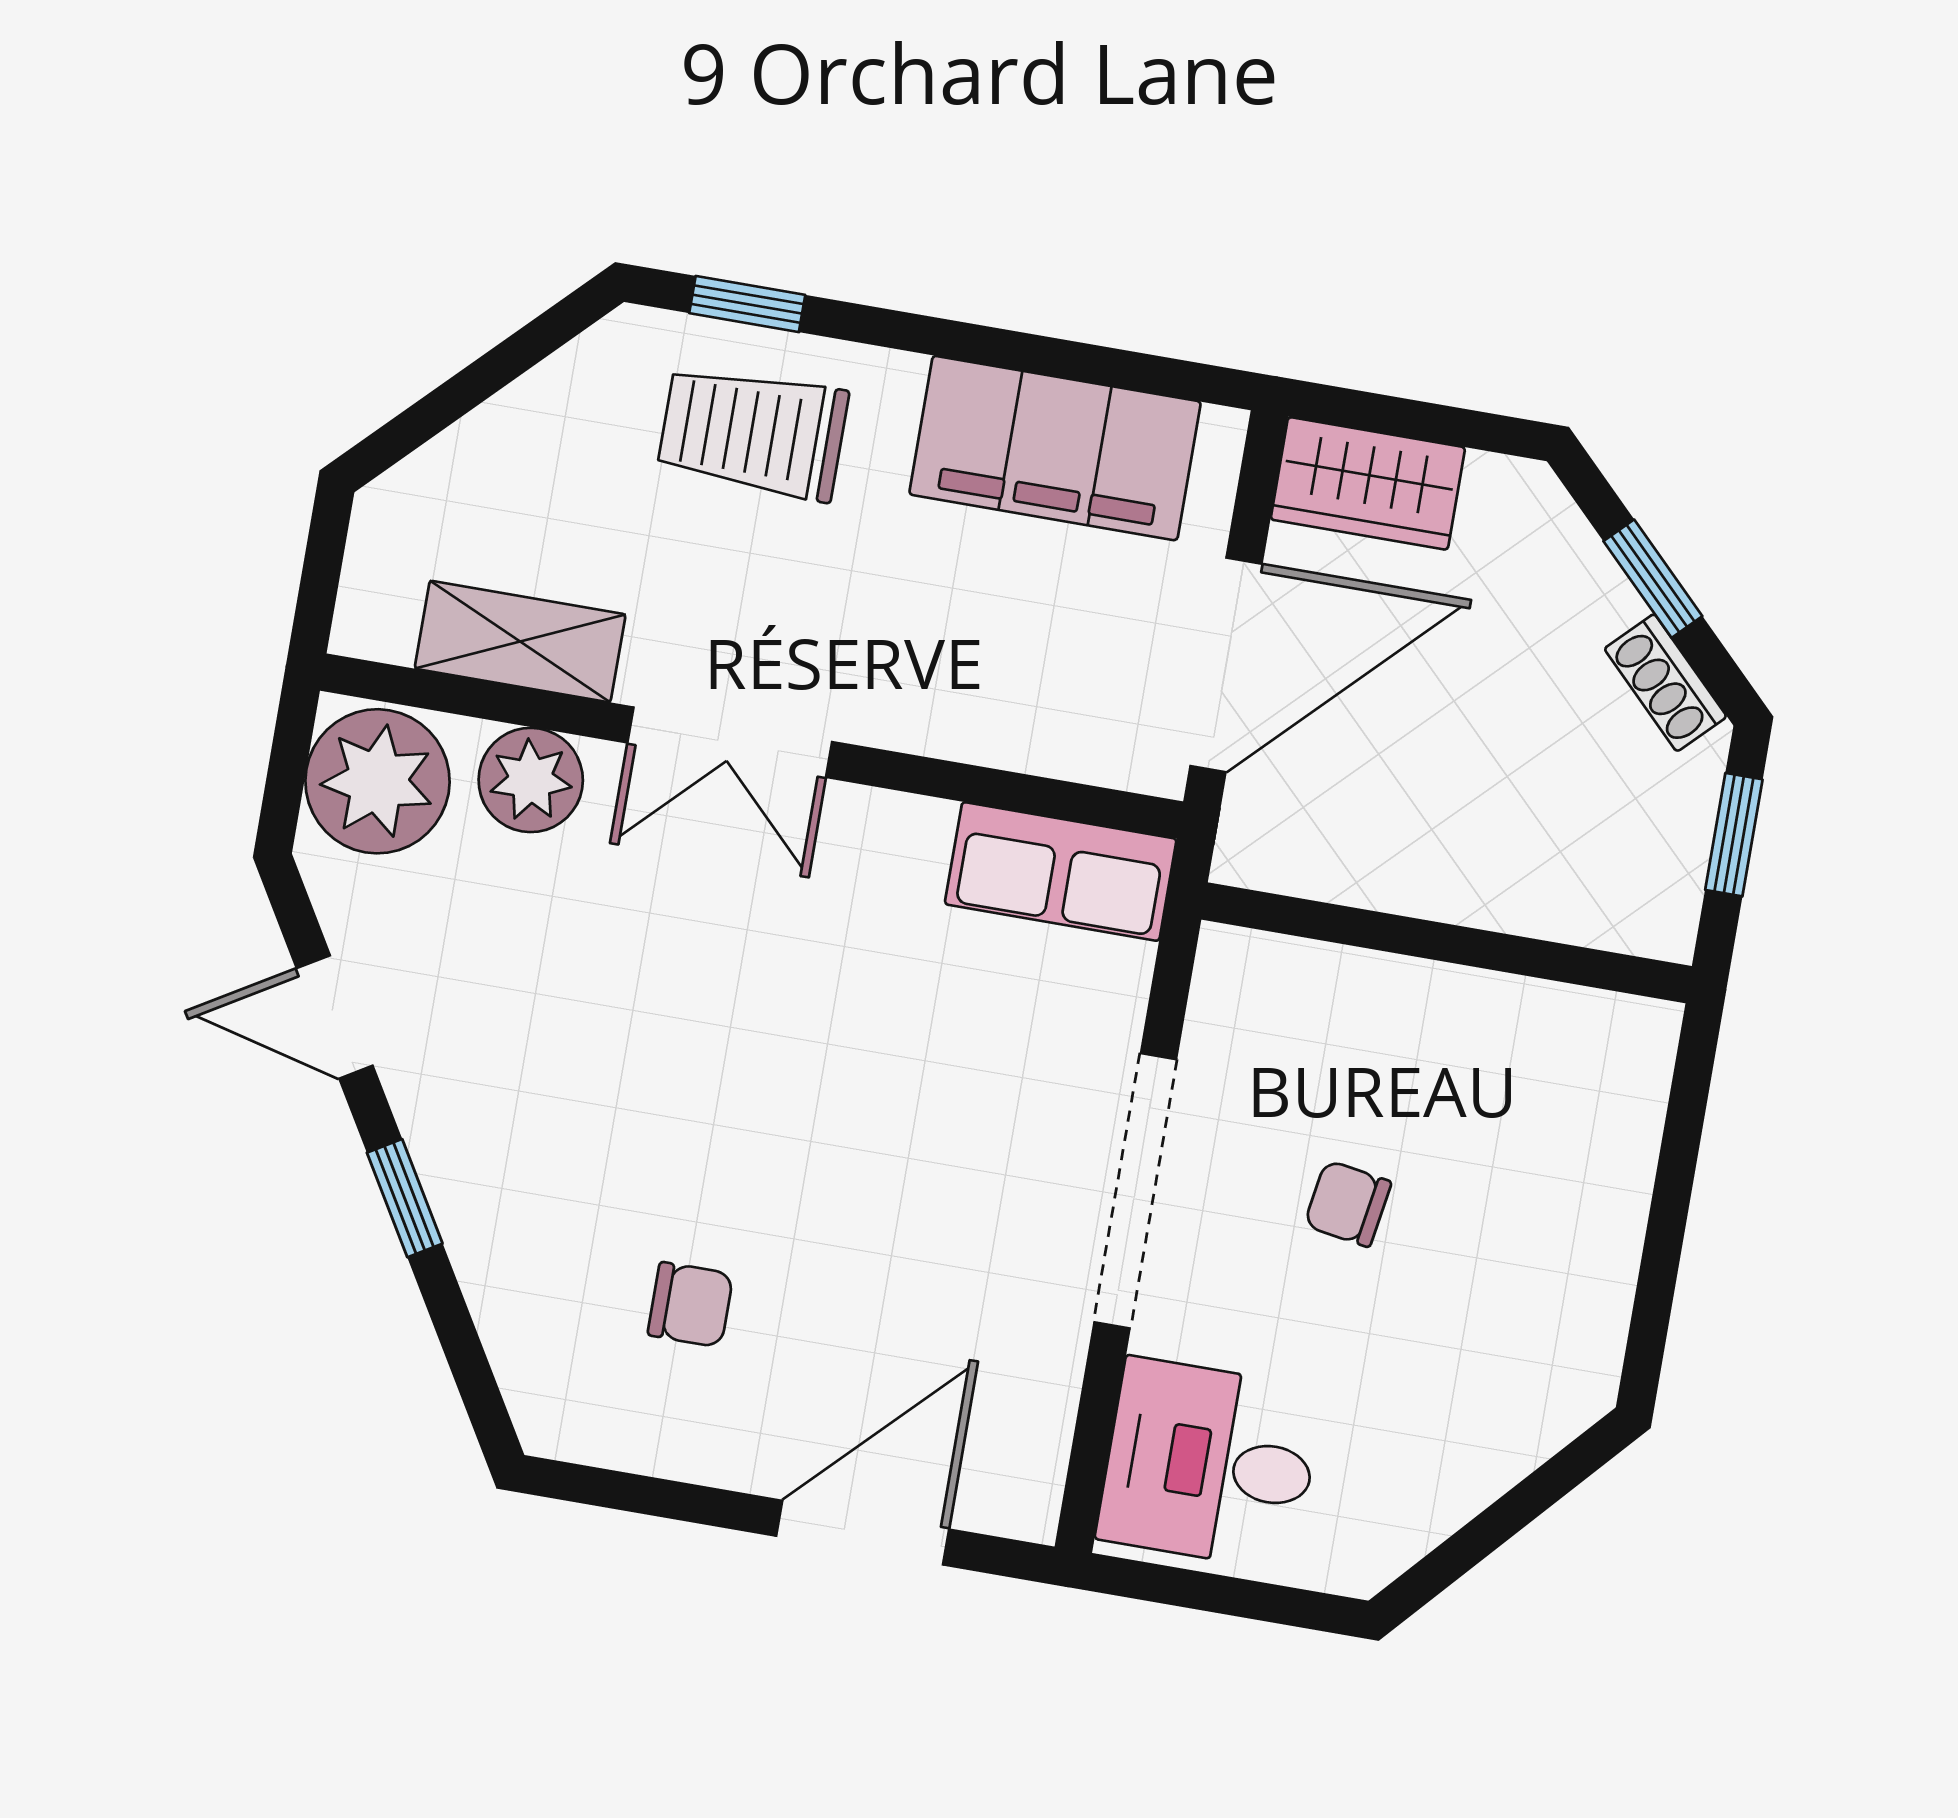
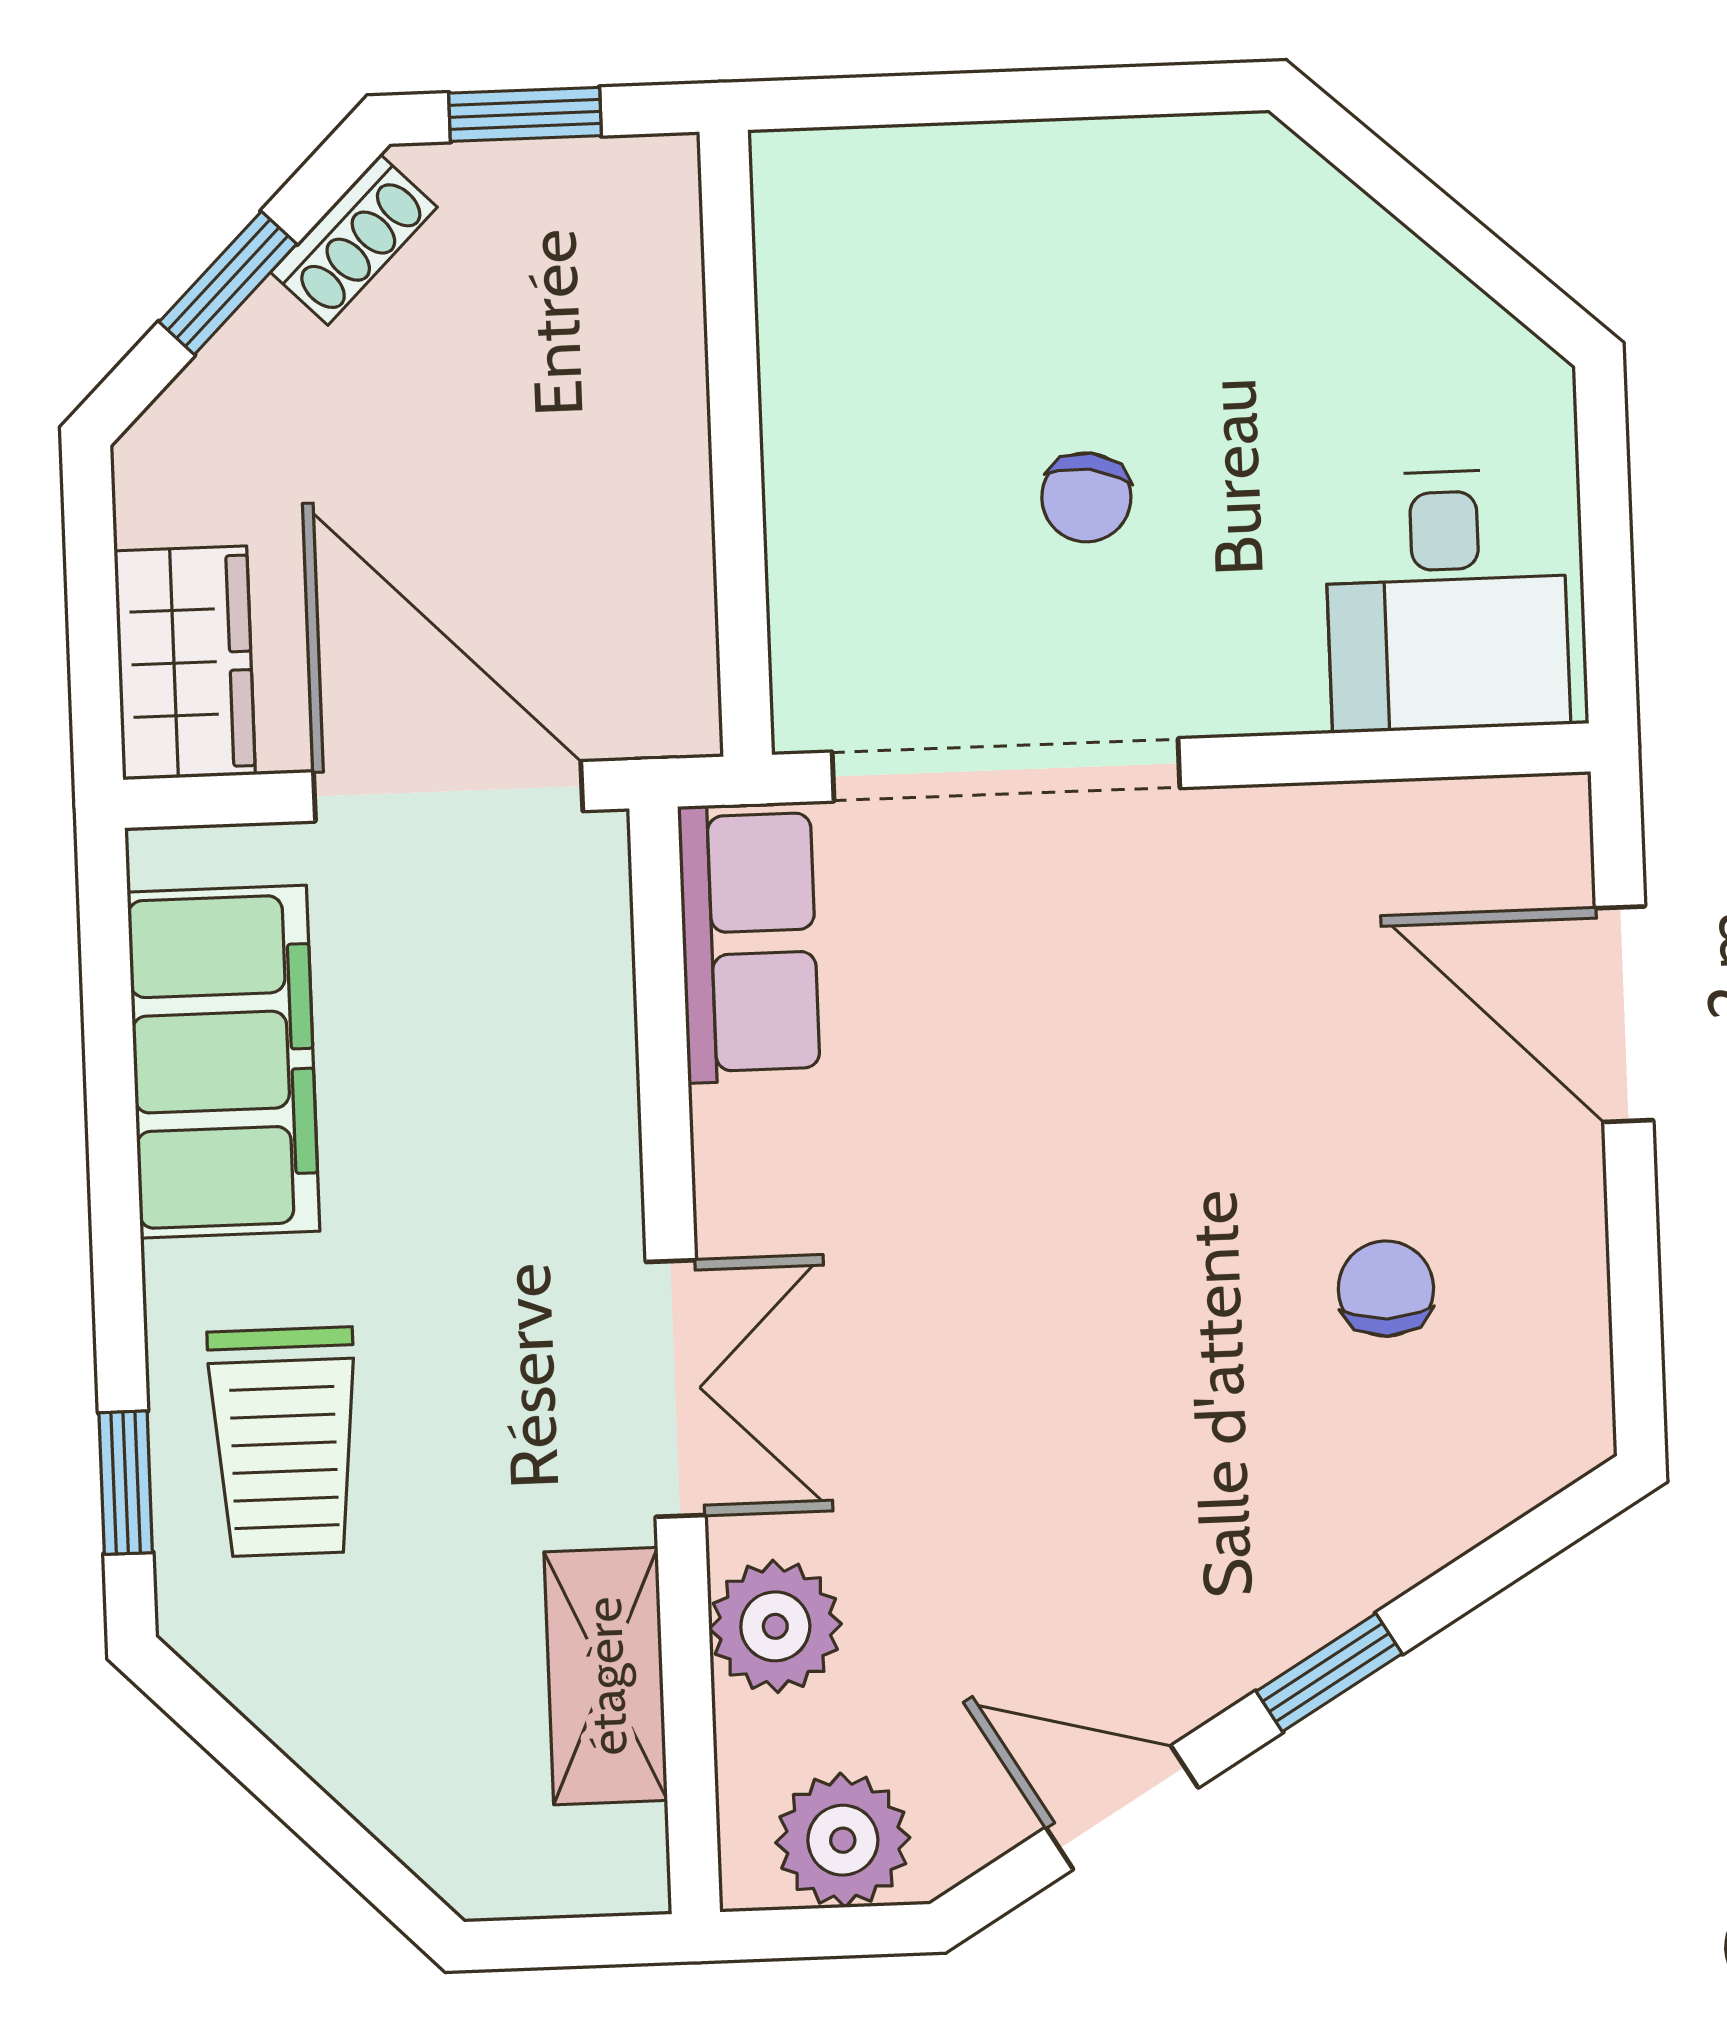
plant: (377, 781) -> (843, 1840), width x0.73, depth x0.73
door: (335, 1017) -> (1122, 1808), swing flipped
doorway: (1135, 1191) -> (1006, 770), moved

